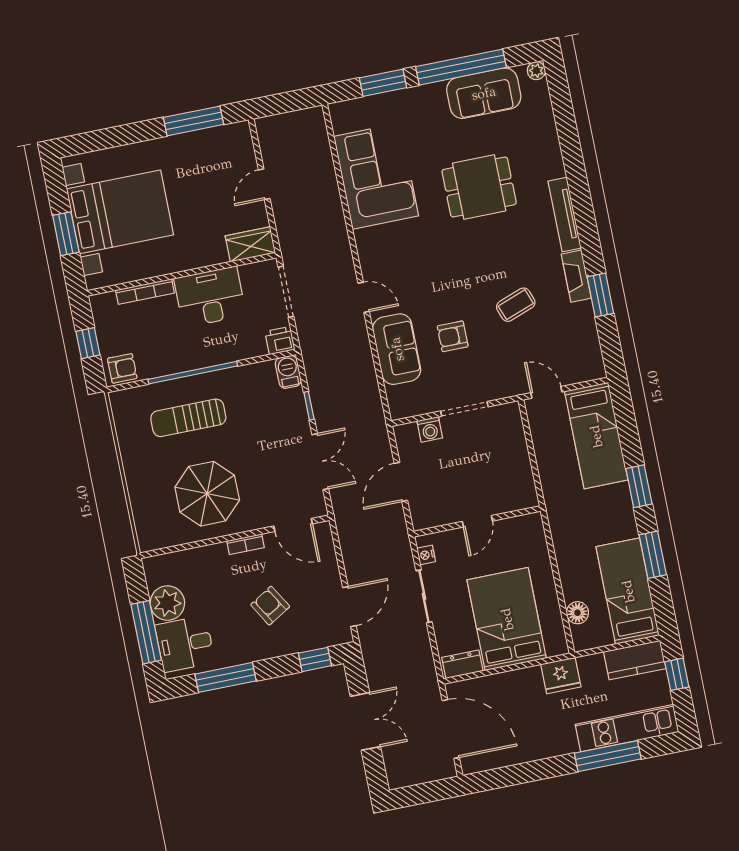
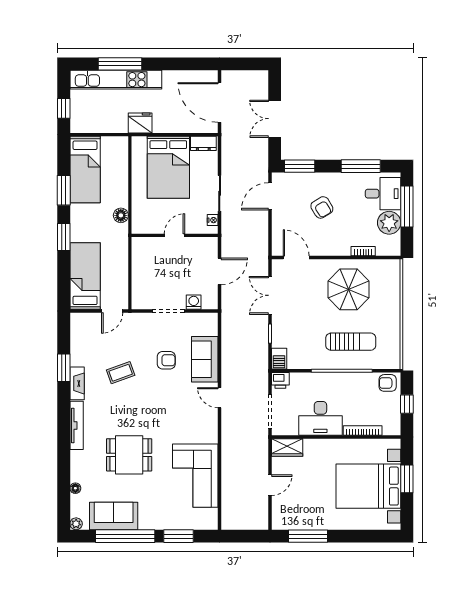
floor lamp: (548, 122) -> (75, 488), added
door: (546, 392) -> (112, 311), hinge flipped
bookcase: (245, 544) -> (363, 251), moved
floor lamp: (577, 613) -> (121, 215), moved
window: (315, 659) -> (300, 166), width x1.50
kitchen counter: (635, 660) -> (89, 123), removed
kitchen unit: (627, 728) -> (116, 80), width x1.36

